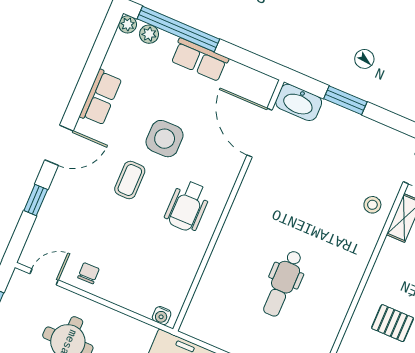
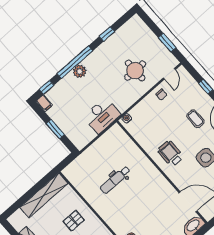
coffee table: (130, 180) -> (195, 119), moved
dental chair: (283, 283) -> (115, 180), turned -90

